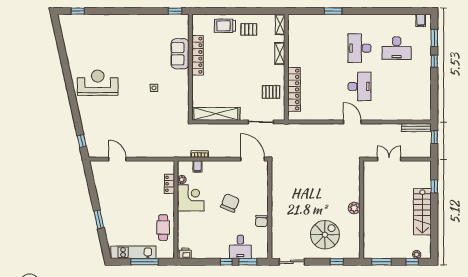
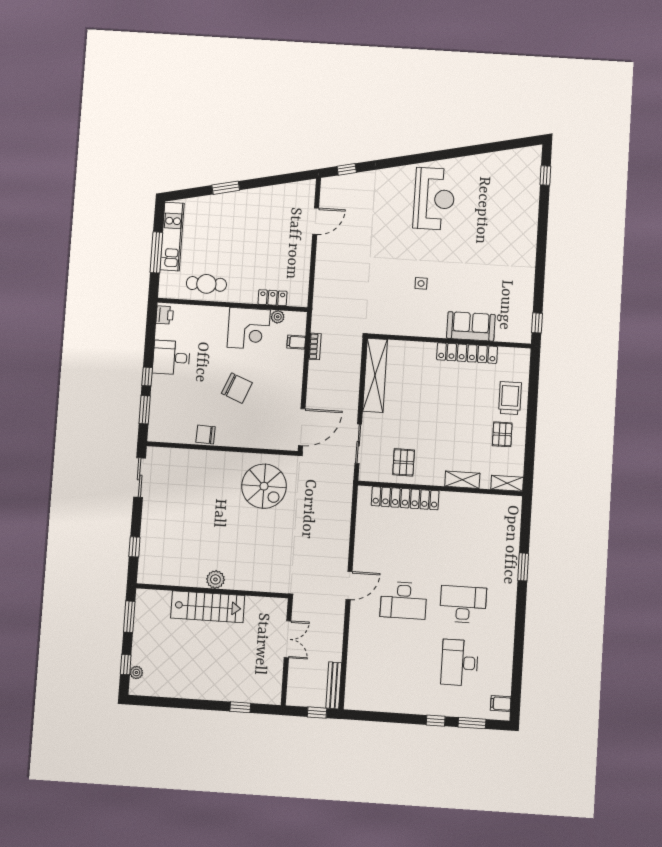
stairs: (422, 212) -> (208, 607), moved, turned 180
spiral stairs: (325, 235) -> (264, 486), moved
desk: (240, 247) -> (171, 358), moved

